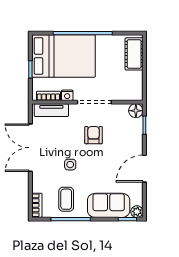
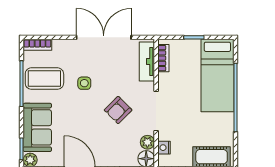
bed: (64, 56) -> (217, 76), width x0.67
nightstand: (67, 95) -> (164, 148), moved
plant: (121, 110) -> (147, 142), added
armchair: (94, 135) -> (118, 110), turned 135
coffee table: (66, 199) -> (44, 79), width x1.36, depth x1.30

